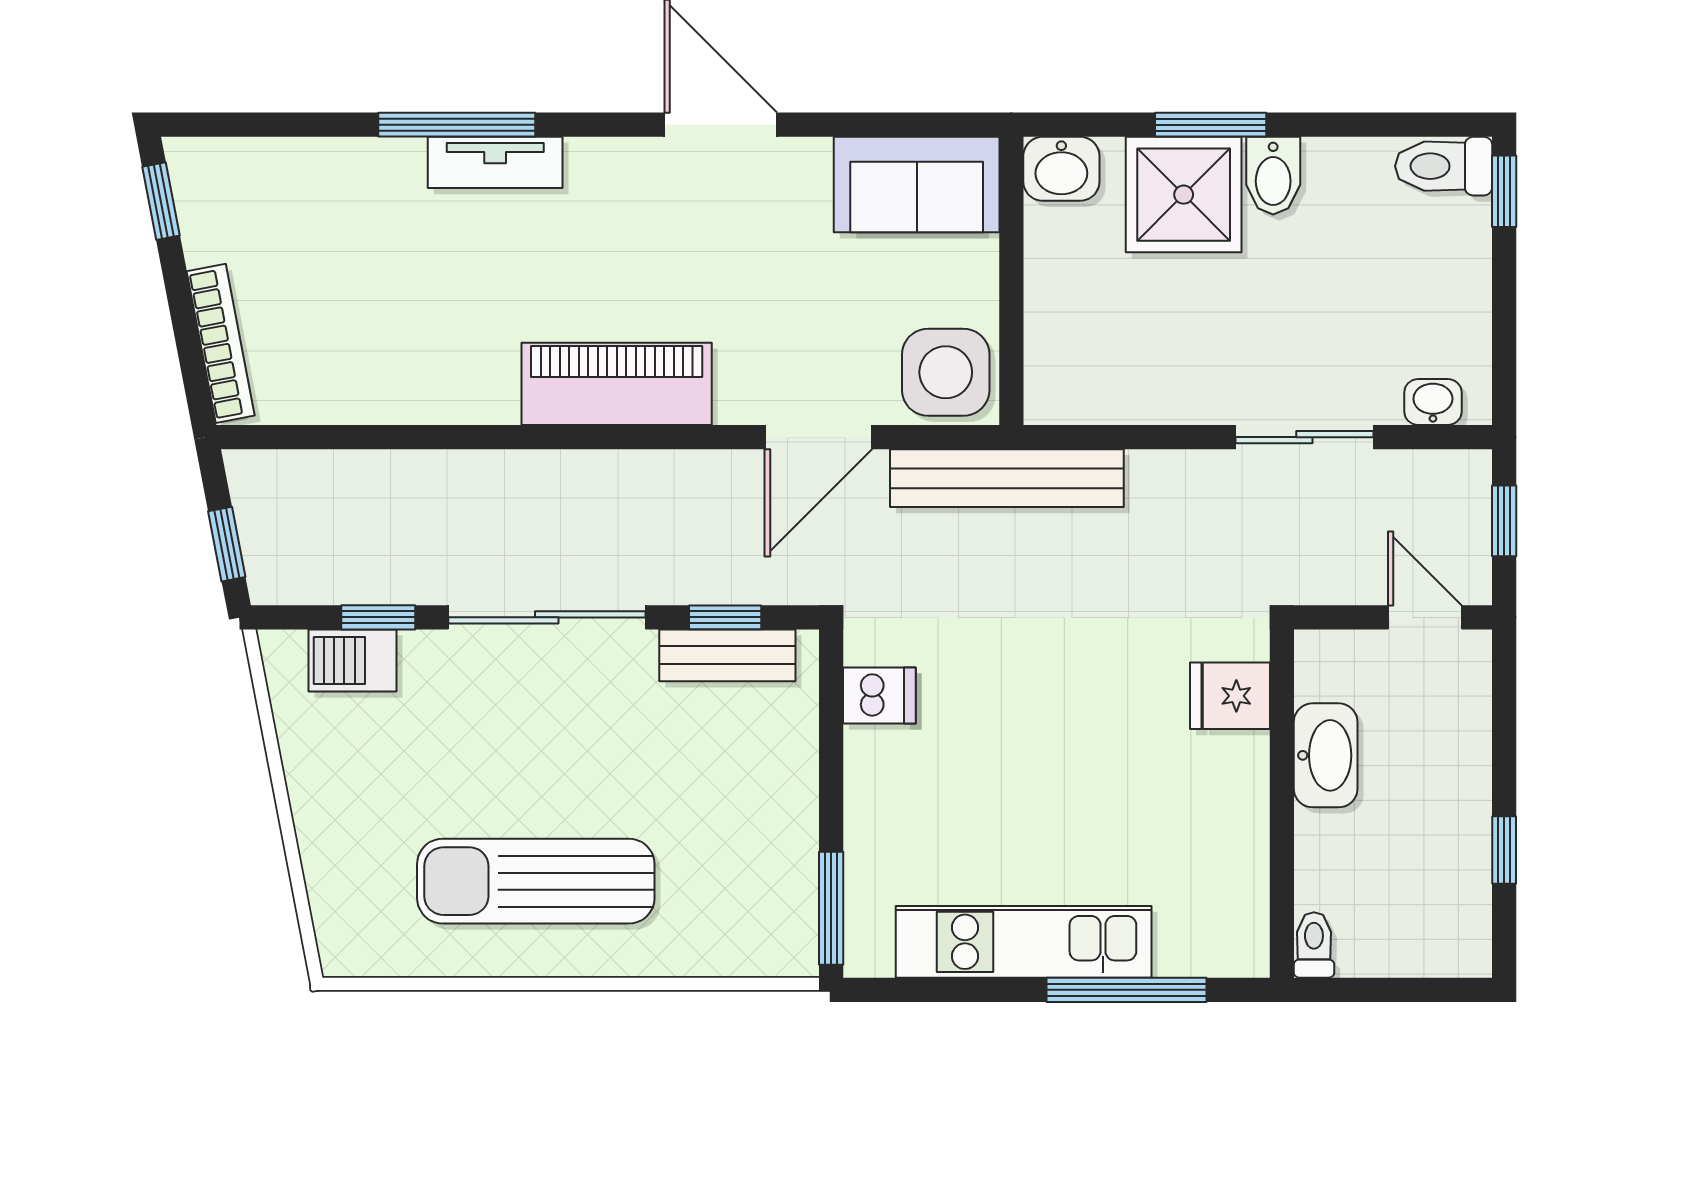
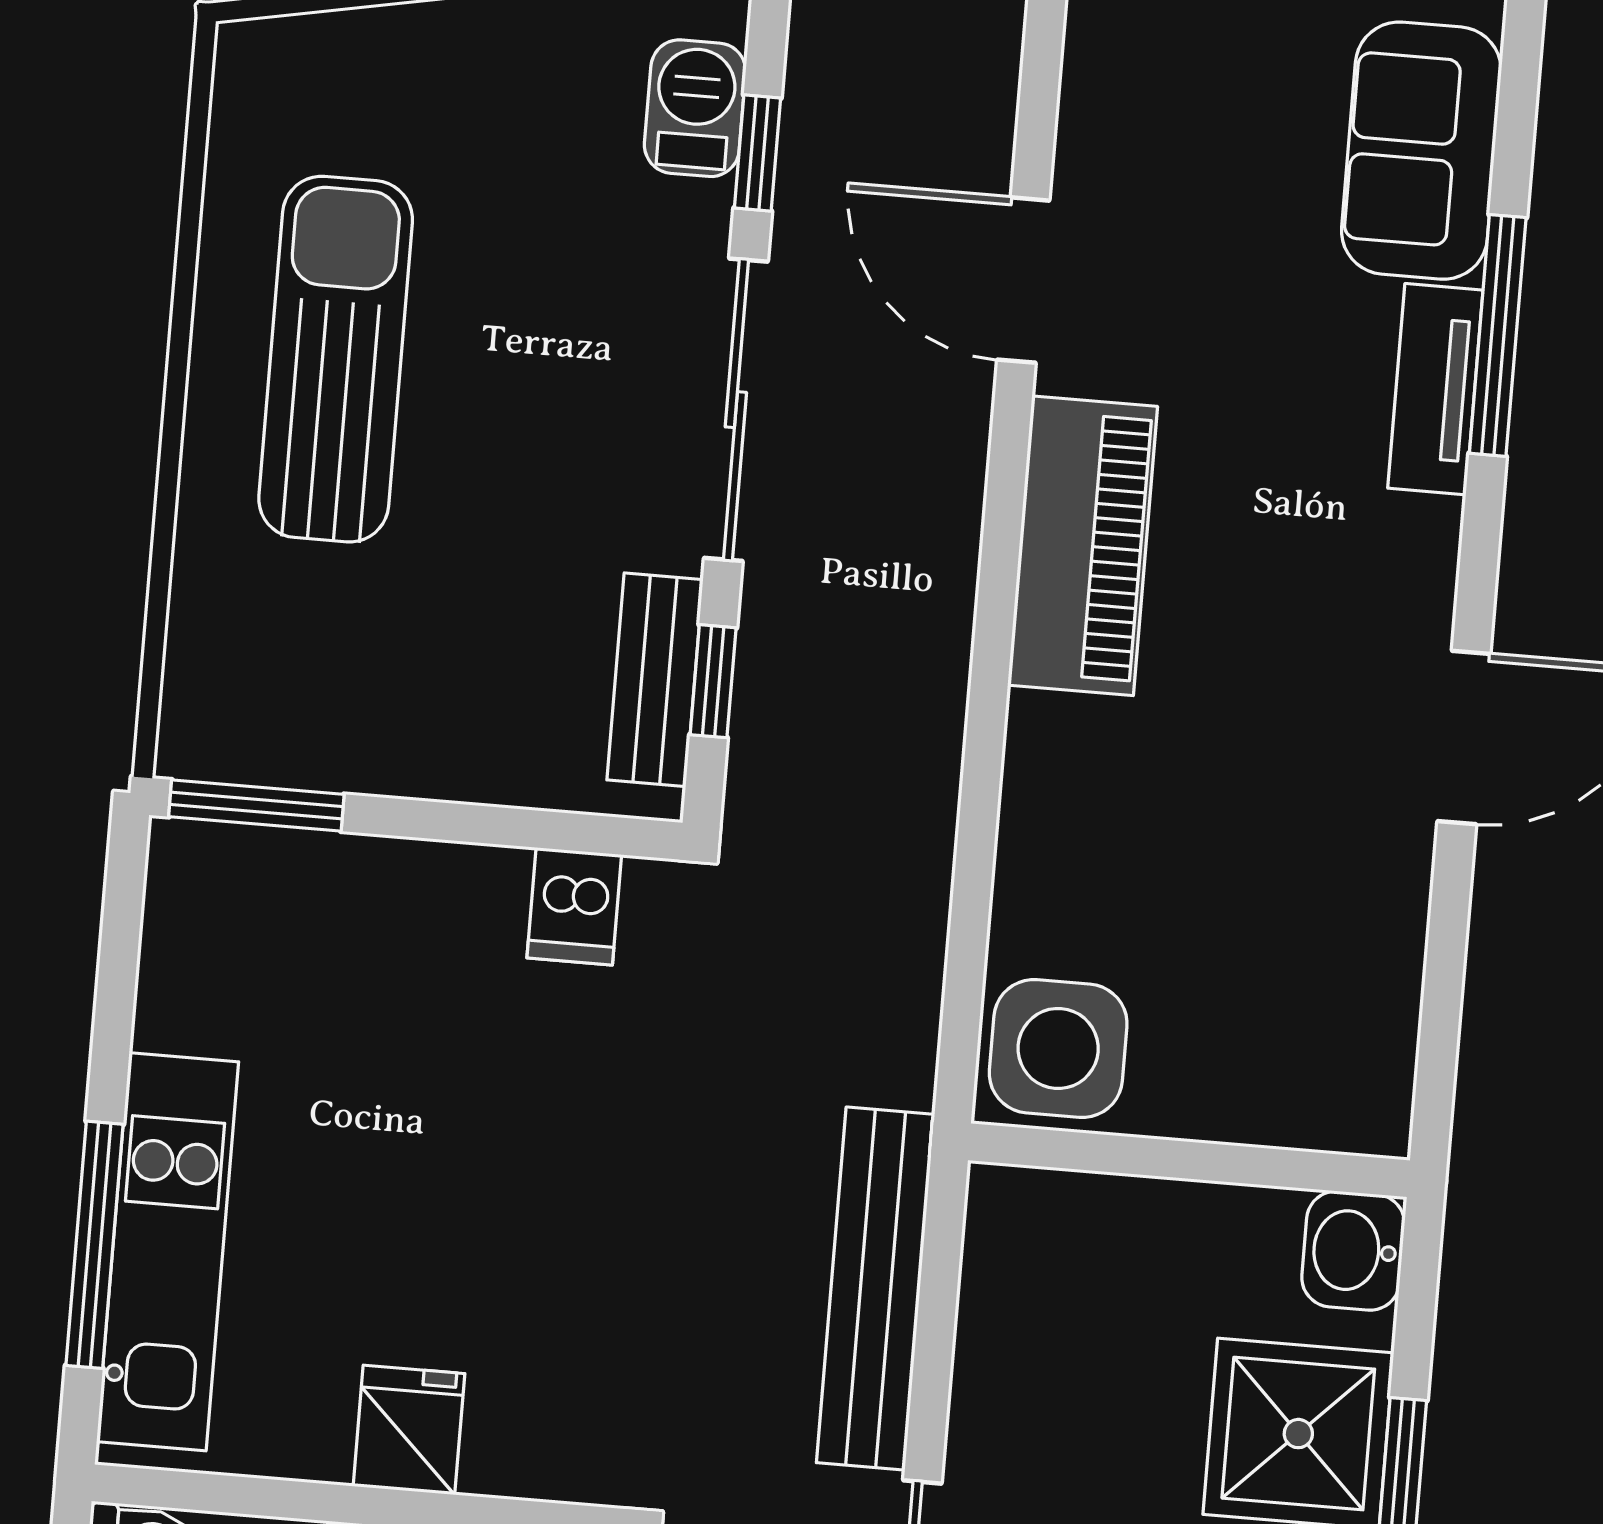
sofa: (917, 185) -> (1421, 151), moved
door: (818, 437) -> (1023, 280), moved
bench: (1007, 478) -> (876, 1289), moved
fridge: (1230, 696) -> (409, 1430), moved
kitchen unit: (1024, 942) -> (168, 1252), moved

